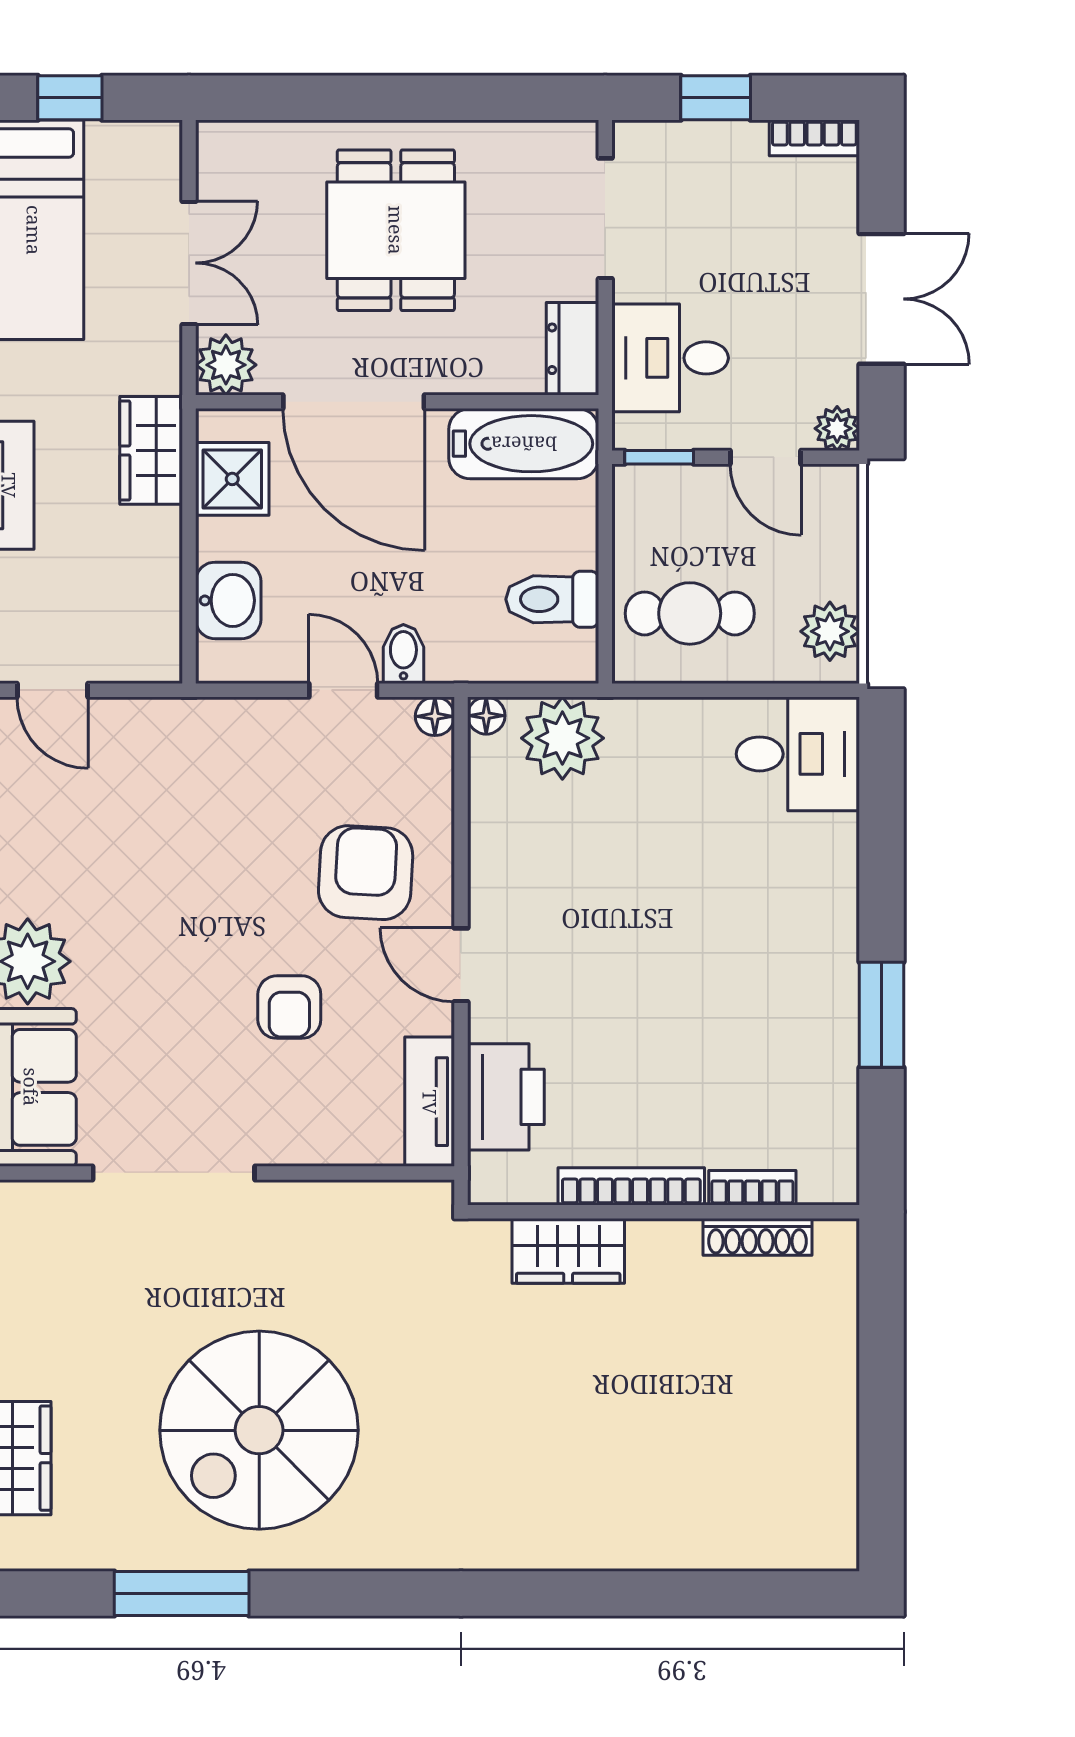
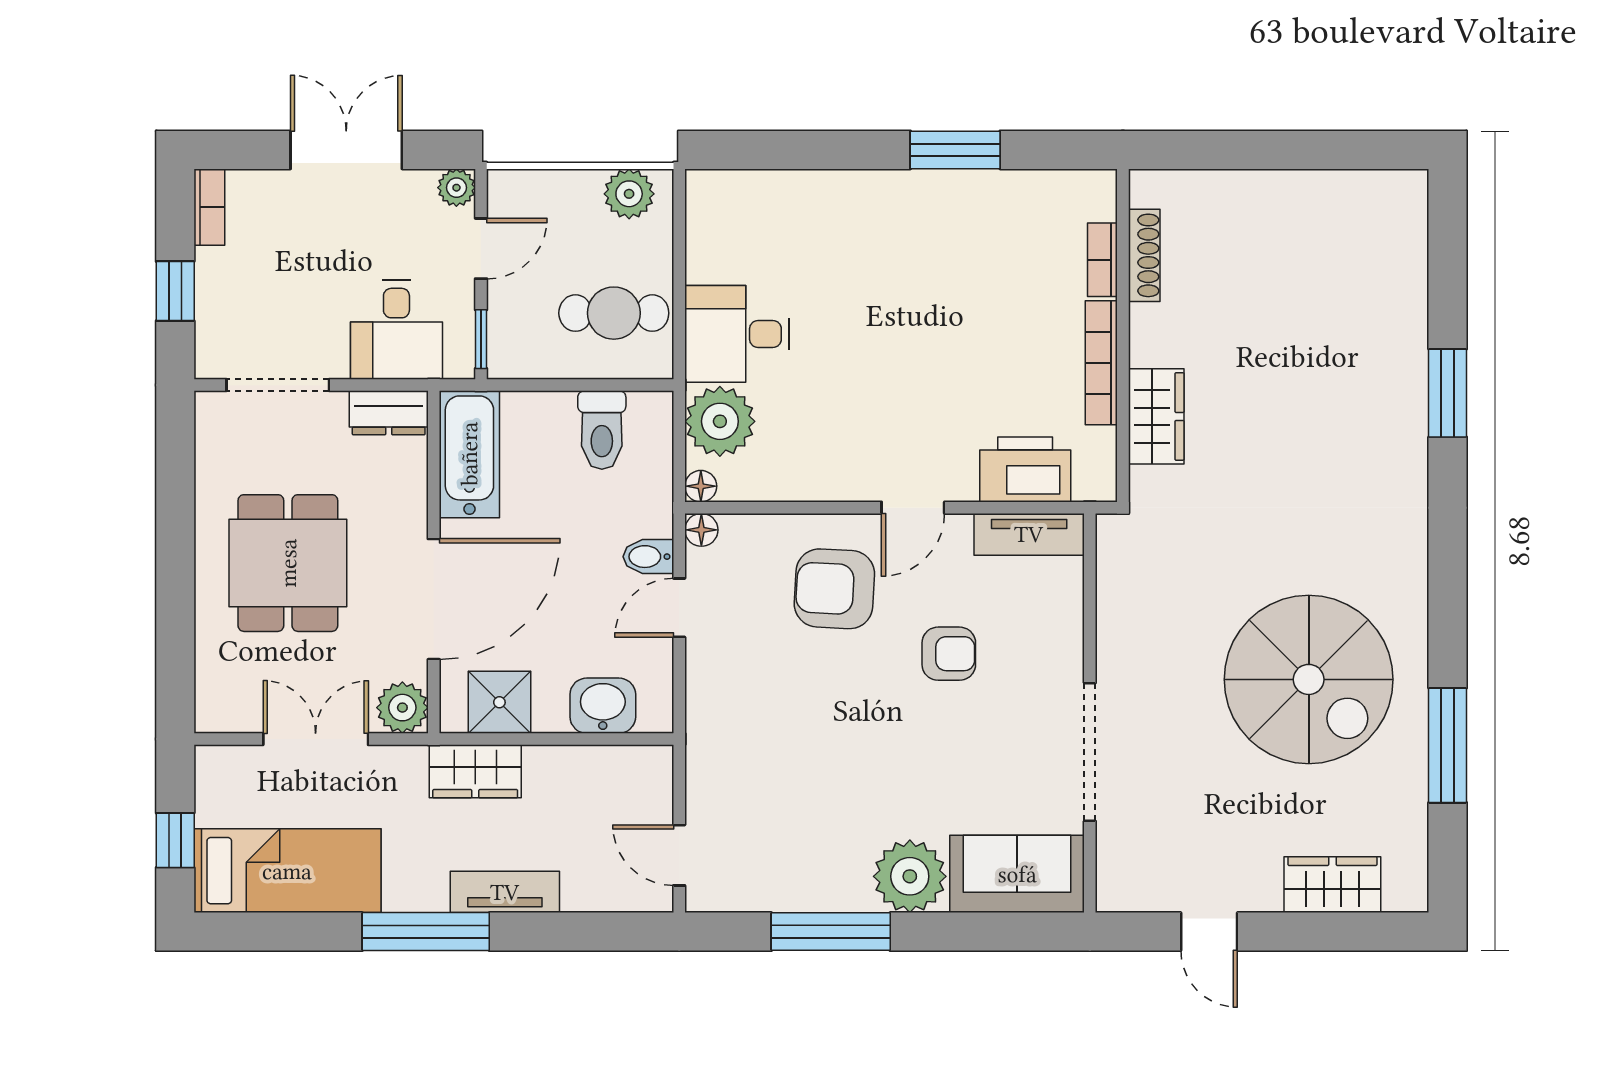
dining table: (396, 230) -> (288, 563), turned 90
cafe table: (690, 613) -> (614, 313), turned 90
door: (52, 690) -> (679, 855), swing flipped
desk: (798, 754) -> (737, 334), moved, turned -90
window: (596, 1593) -> (1448, 393), added

